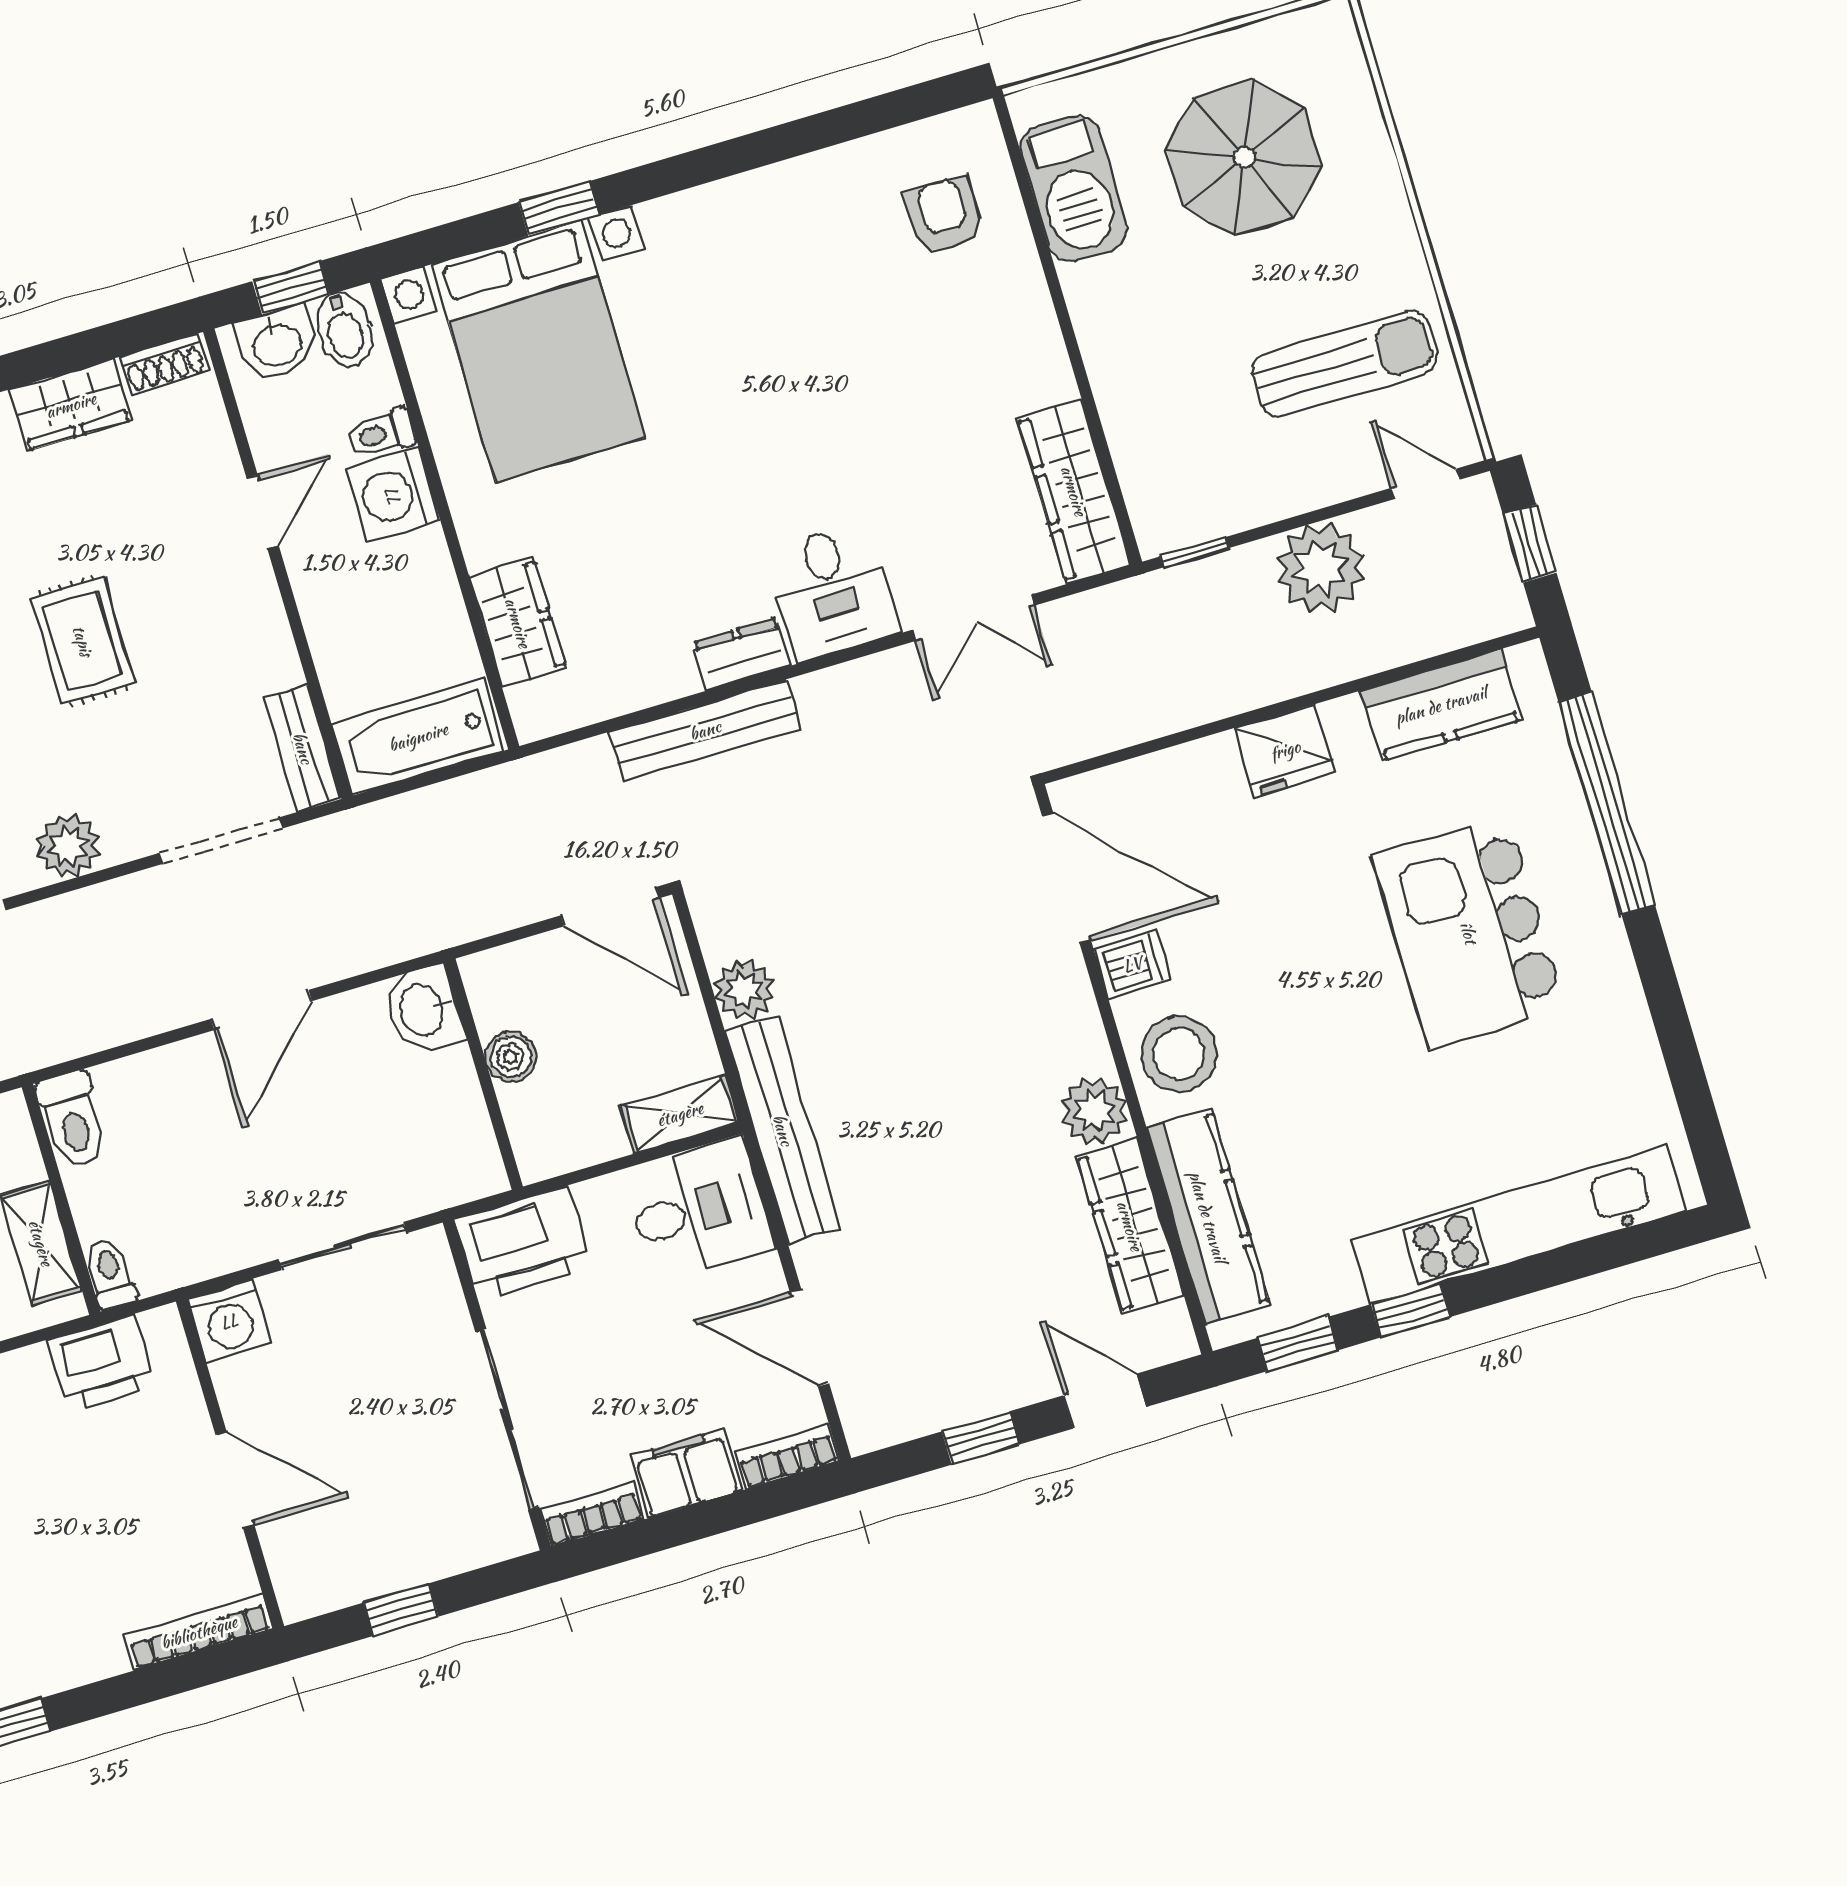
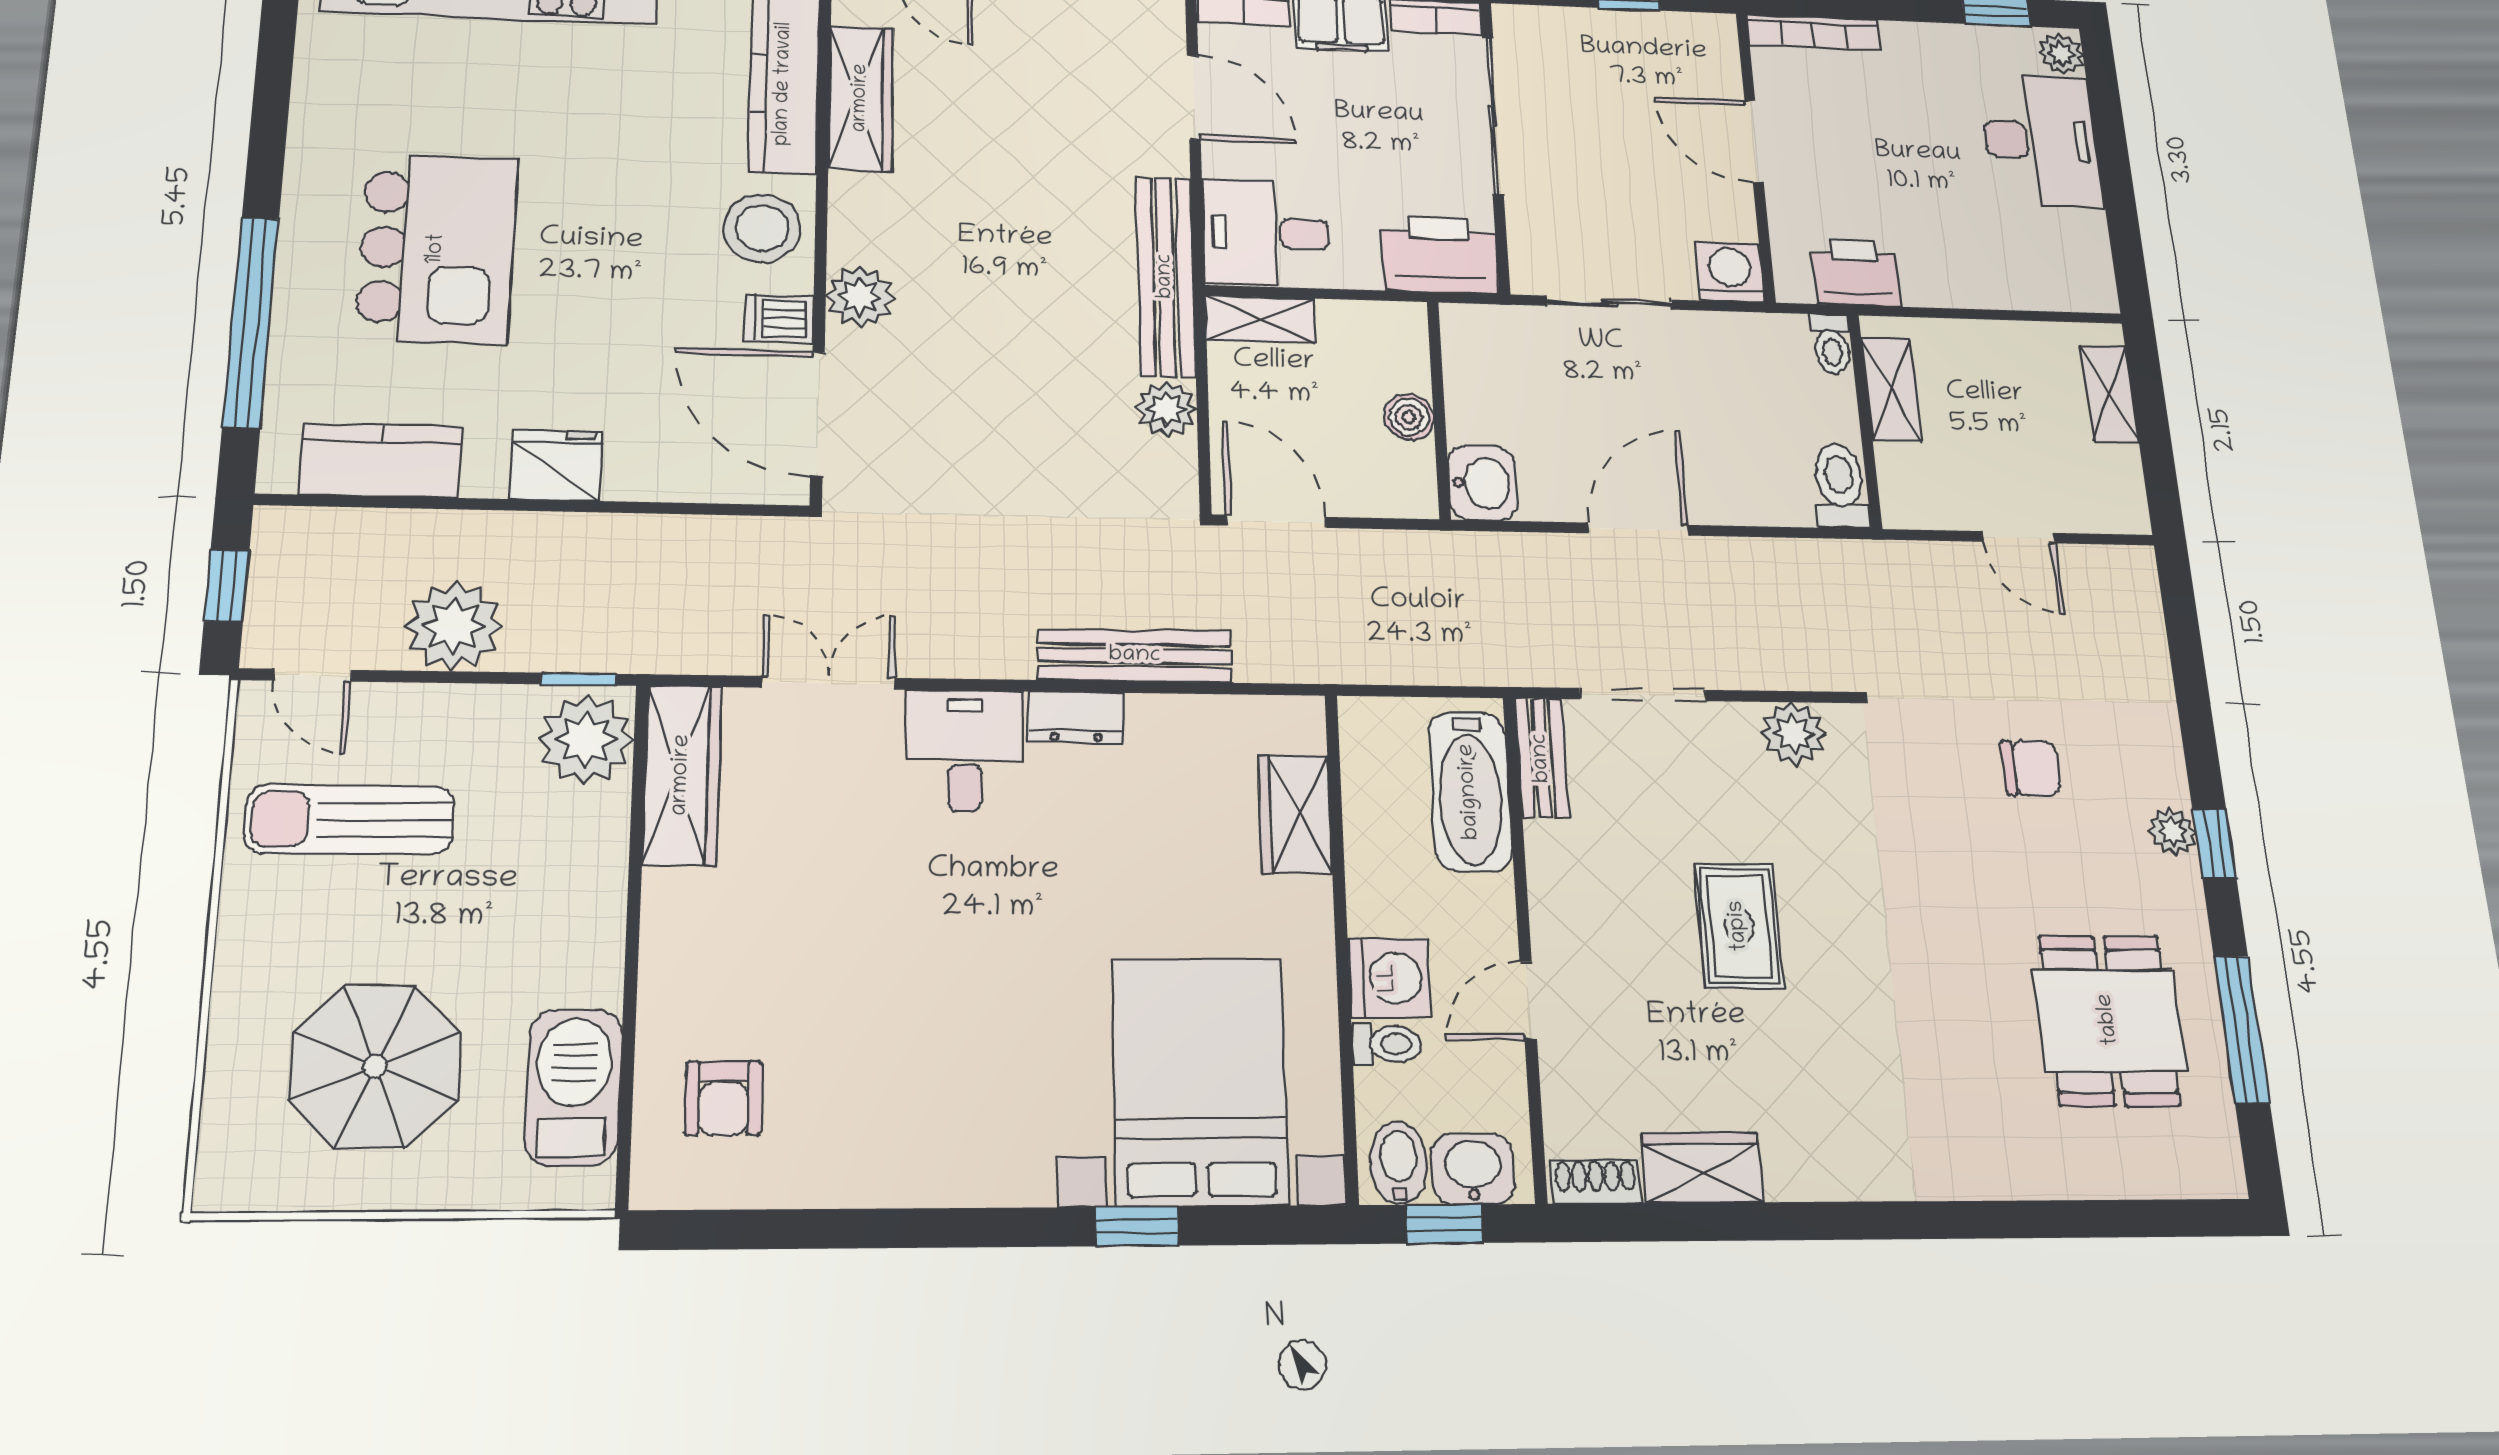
plant: (1169, 498) -> (586, 740), added
bathtub: (418, 737) -> (1470, 792), moved, turned 90
plant: (1094, 1111) -> (860, 297), moved

